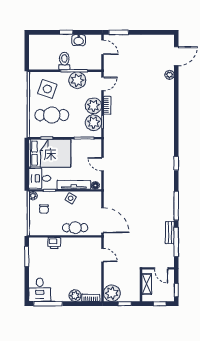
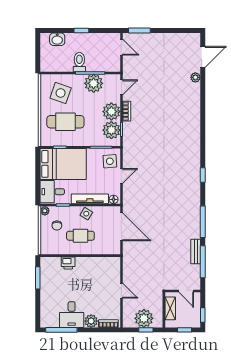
washbasin: (79, 40) -> (57, 39), moved
side table: (92, 151) -> (110, 161), added
door: (103, 164) -> (121, 176), swing flipped
door: (103, 220) -> (121, 227), moved
cafe table: (75, 228) -> (80, 236), moved
door: (103, 255) -> (121, 291), moved
desk: (40, 290) -> (72, 315), moved
plant: (112, 293) -> (144, 318), moved

